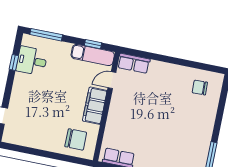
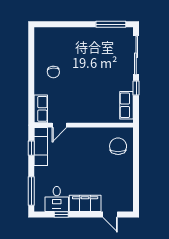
door: (112, 80) -> (59, 125), hinge flipped
chair: (200, 88) -> (53, 72), moved
filing cabinet: (95, 106) -> (85, 203), moved, turned 180

